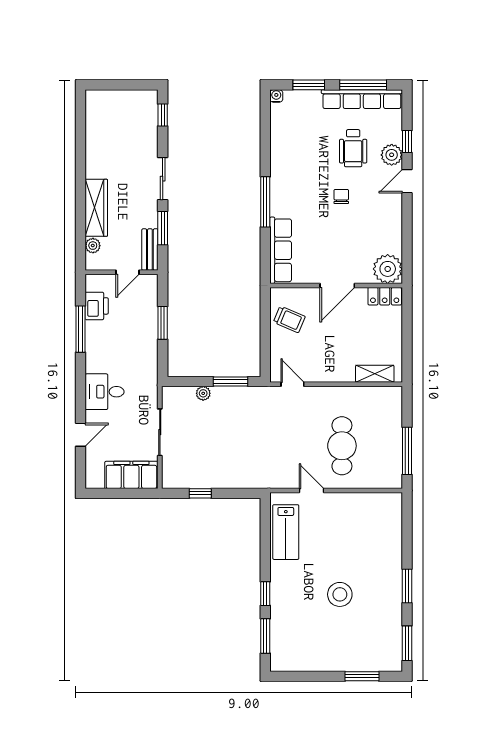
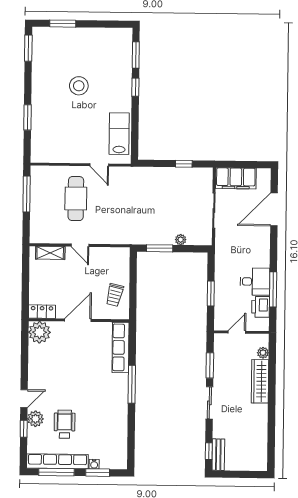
water cooler: (276, 96) -> (94, 464), moved
chair: (341, 196) -> (74, 388), removed
bench: (150, 250) -> (218, 455), moved
trolley: (289, 319) -> (115, 295), turned -100
door: (293, 384) -> (80, 245), moved
desk: (105, 392) -> (255, 282), moved
door: (81, 435) -> (274, 209), width x1.88
window: (407, 586) -> (27, 117), moved

